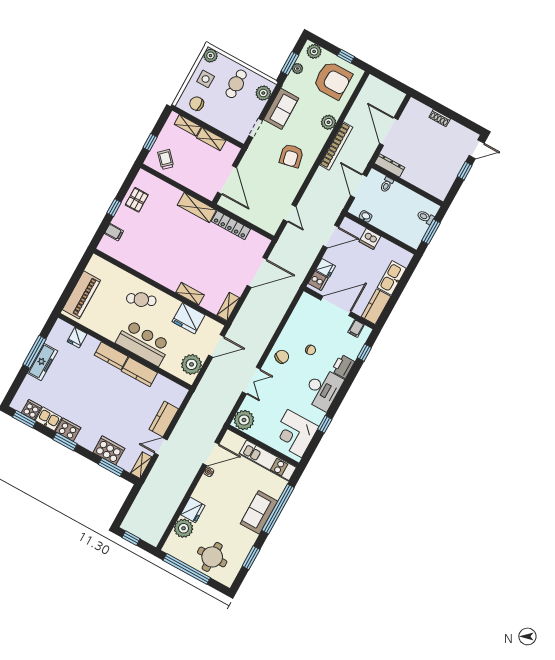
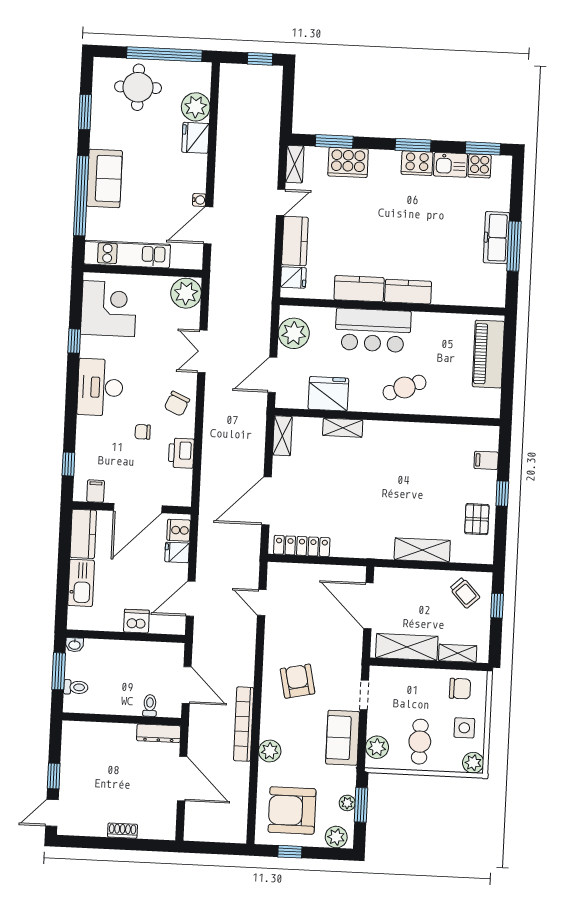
shelving: (211, 139) -> (407, 647), width x1.50, depth x1.33
shelving: (197, 207) -> (422, 550), moved
washbasin: (366, 216) -> (74, 645), moved
locker: (231, 225) -> (302, 546), moved
fridge: (77, 338) -> (293, 277), moved, turned 90
printer: (343, 366) -> (181, 453), moved, turned 180

